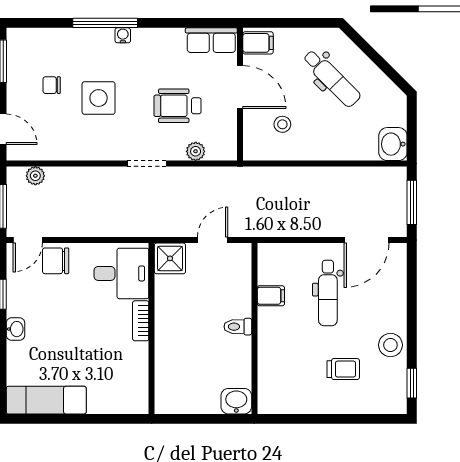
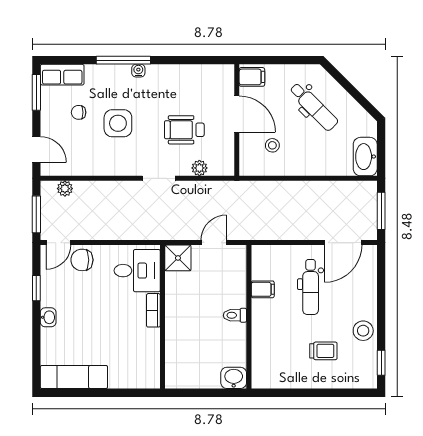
row of seats: (211, 40) -> (62, 75), moved
washbasin: (393, 144) -> (365, 157), width x1.38

